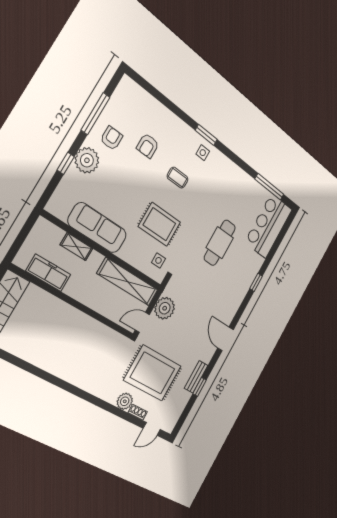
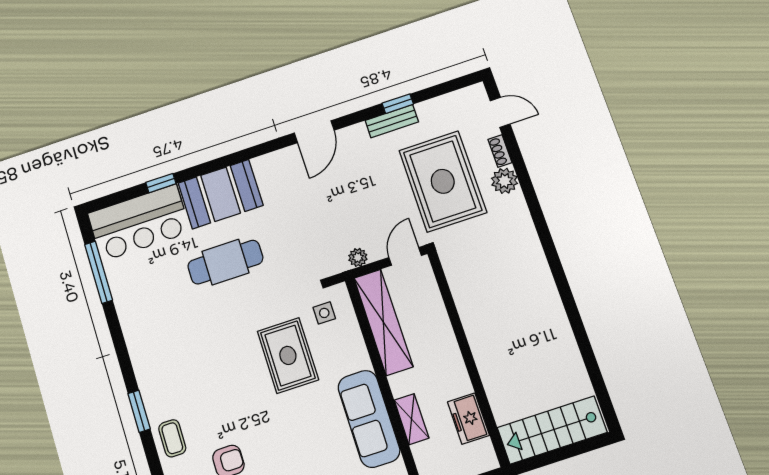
side table: (203, 153) -> (161, 394), removed
coffee table: (178, 178) -> (172, 438), moved
booth: (244, 272) -> (221, 194), added
freezer: (48, 273) -> (468, 419), width x0.71
window: (256, 282) -> (161, 183), moved
plant: (165, 308) -> (358, 257), width x0.53, depth x0.53
door: (142, 322) -> (405, 256), swing flipped

